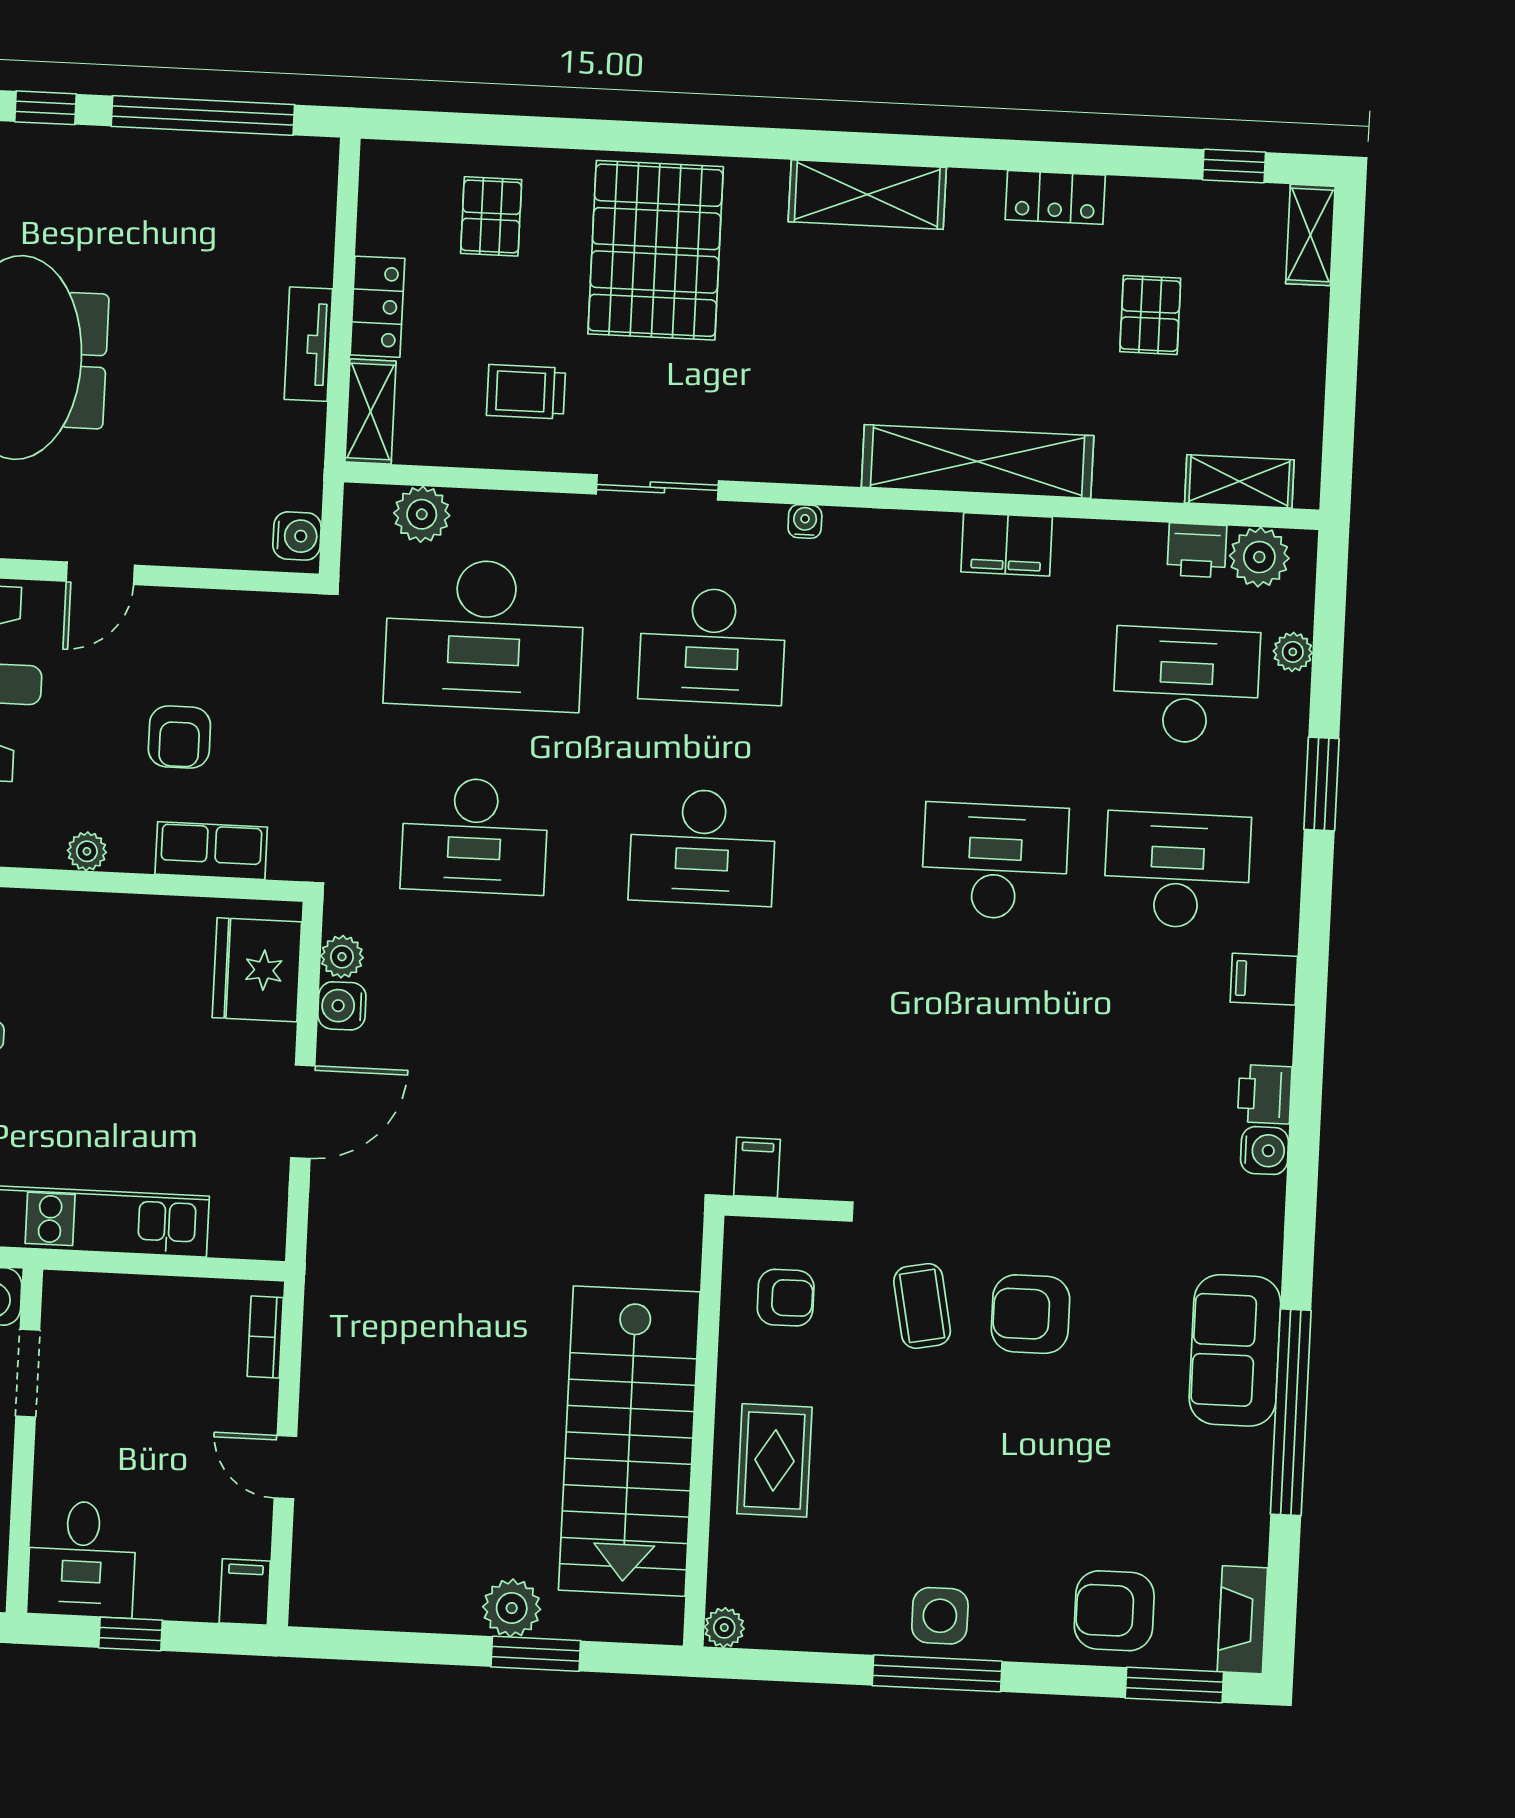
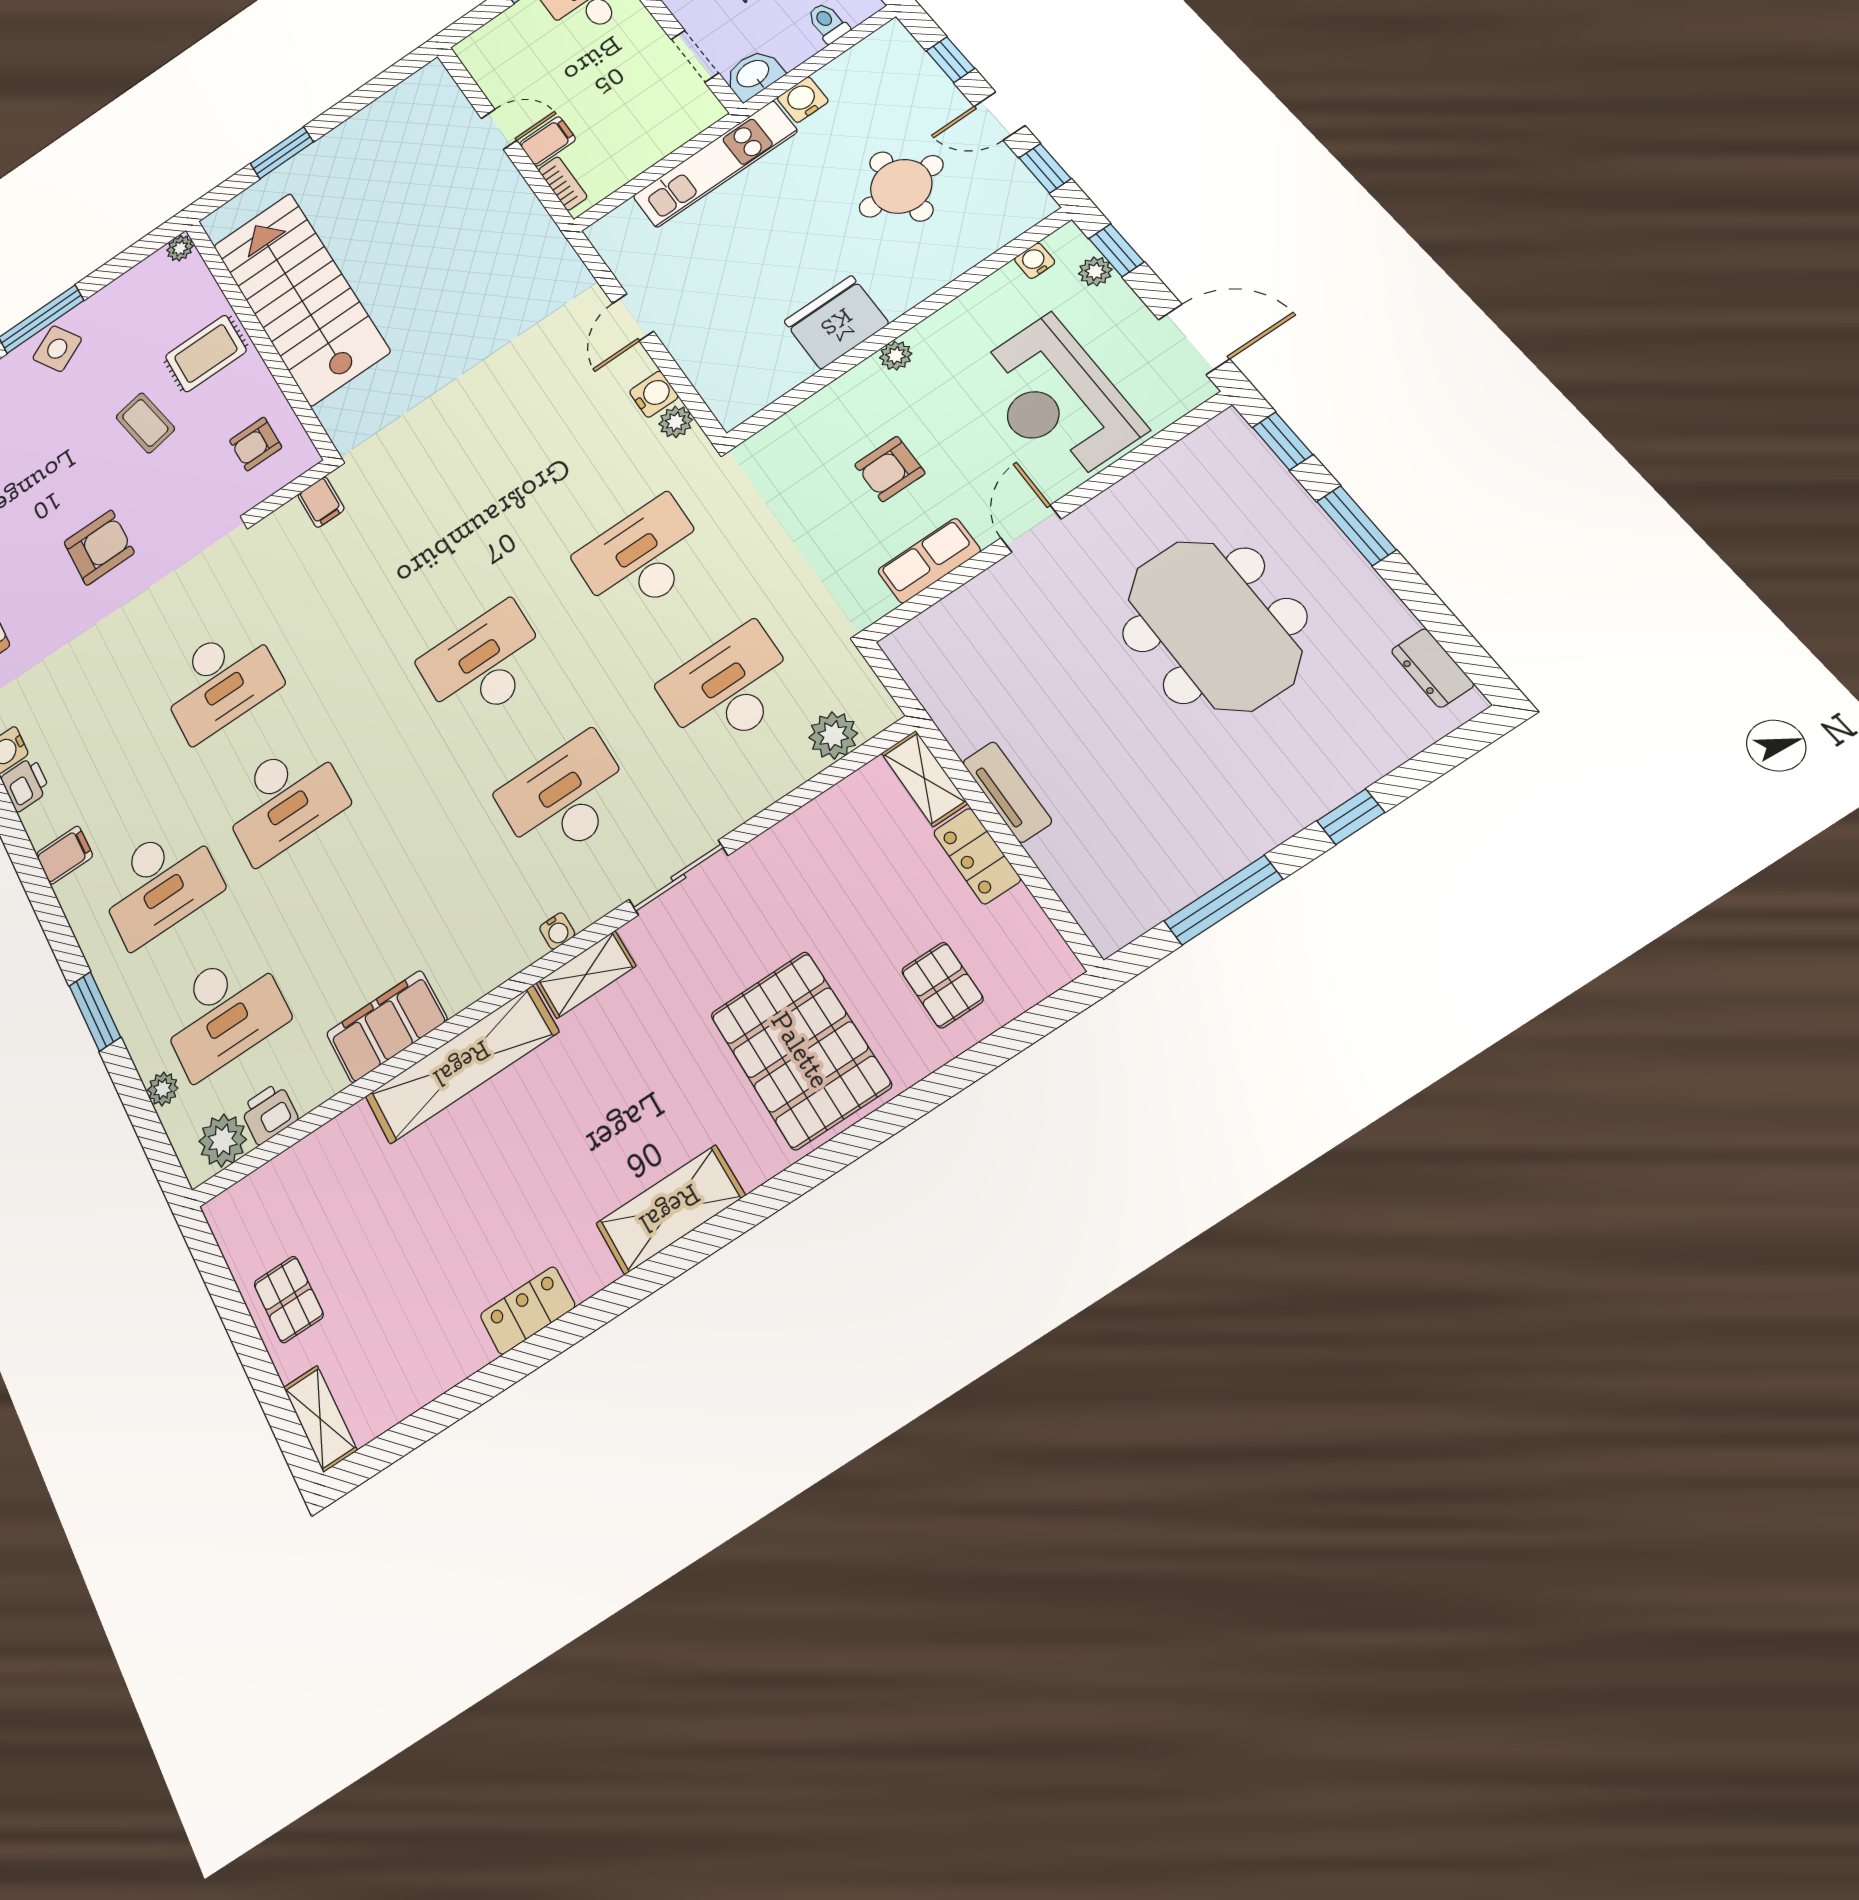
window: (203, 116) -> (1223, 900), width x0.68
window: (1234, 166) -> (408, 1435), removed
pallet: (1150, 315) -> (289, 1299), moved
trolley: (526, 392) -> (821, 875), removed
shelving: (1239, 481) -> (586, 974), moved
water cooler: (297, 536) -> (911, 656), removed
filing cabinet: (1007, 544) -> (387, 1026), width x1.50, depth x1.17
desk: (484, 635) -> (729, 689), width x0.73, depth x0.77
armchair: (179, 737) -> (890, 469), turned -90
row of seats: (211, 851) -> (929, 561), moved, turned 180
fridge: (257, 970) -> (836, 322), moved, turned -90
desk: (986, 1046) -> (220, 681), added
door: (303, 1112) -> (633, 317), width x0.73
coffee table: (922, 1306) -> (145, 423), moved
rug: (774, 1460) -> (206, 353), turned 90
filing cabinet: (245, 1592) -> (548, 141), moved, turned -90
plant: (512, 1608) -> (312, 164), removed
side table: (940, 1616) -> (57, 349), turned -30

